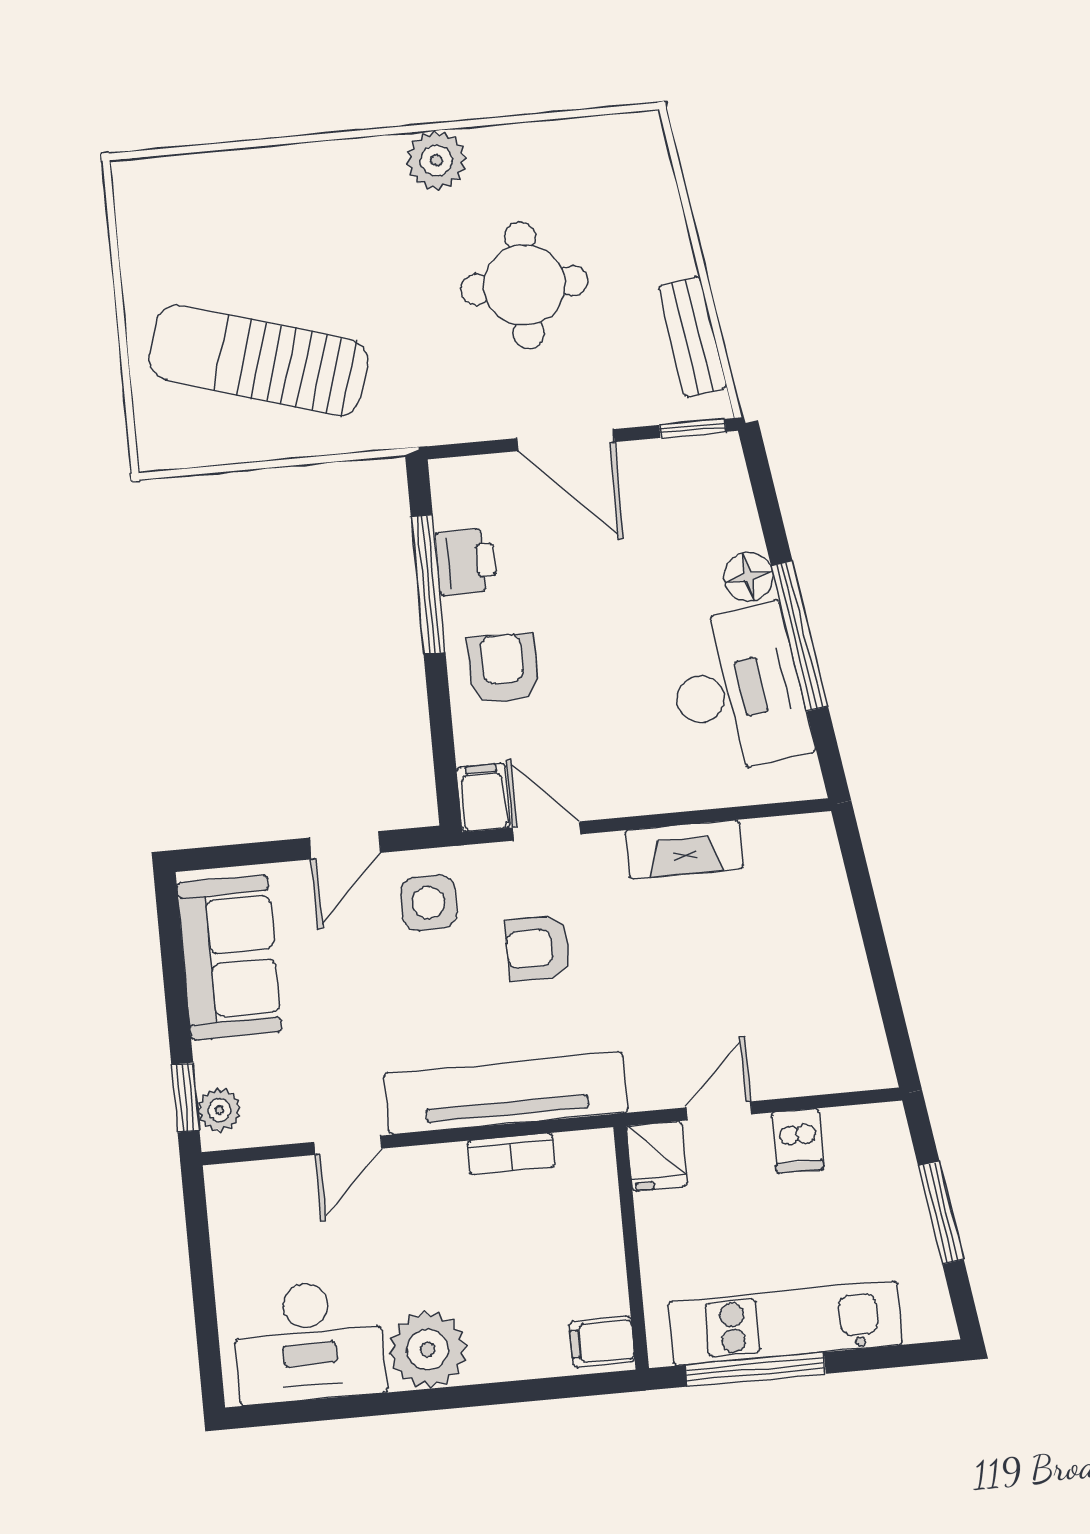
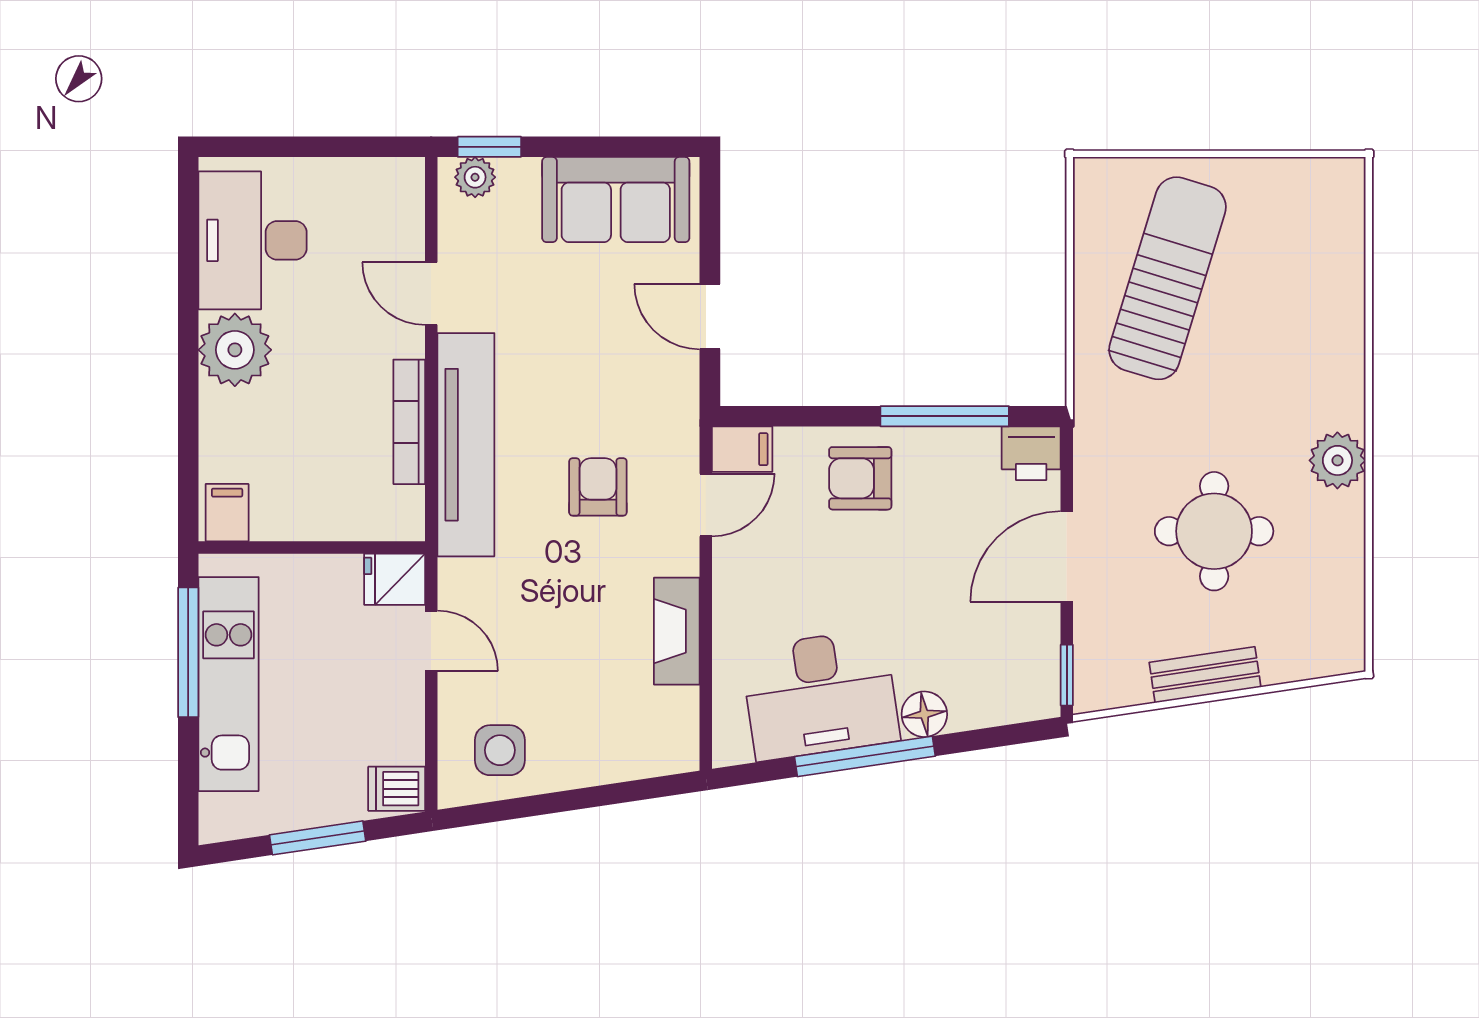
bench: (692, 337) -> (1205, 675), moved
printer: (466, 562) -> (1031, 453), moved
armchair: (503, 669) -> (860, 478), turned 180
side table: (428, 903) -> (500, 750), moved
dishwasher: (798, 1141) -> (397, 789), moved
bookcase: (511, 1154) -> (409, 422), width x1.56

